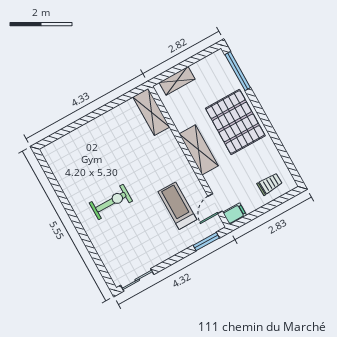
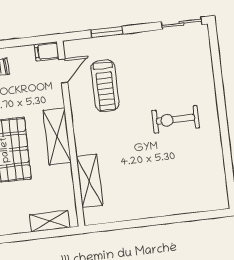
shelving: (151, 112) -> (89, 181), moved
window: (206, 242) -> (107, 32), moved

